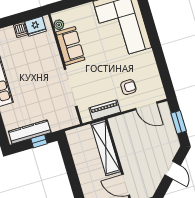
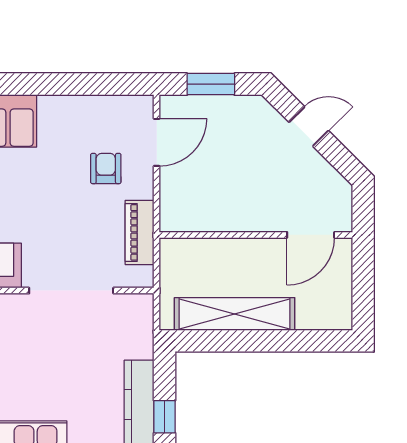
window: (39, 141) -> (165, 417), moved
shelving: (106, 148) -> (235, 314), moved

